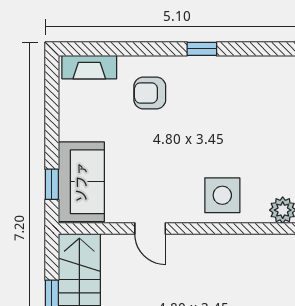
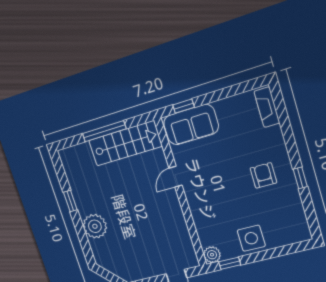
armchair: (150, 93) -> (263, 175), moved
side table: (222, 195) -> (251, 238), moved

